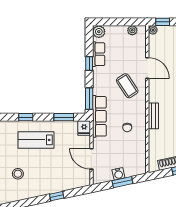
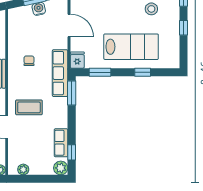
window: (89, 64) -> (72, 152), moved
coffee table: (127, 86) -> (29, 107), turned -57
lab bench: (36, 140) -> (131, 47), width x1.36, depth x1.39

